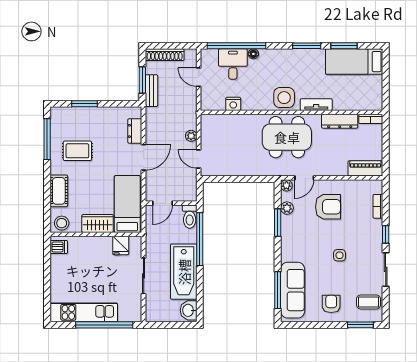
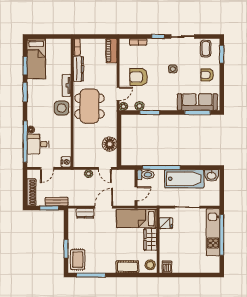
nightstand: (233, 104) -> (66, 162), moved
rug: (77, 151) -> (78, 260), moved
door: (144, 157) -> (104, 207), hinge flipped
door: (199, 159) -> (105, 168), hinge flipped
floor lamp: (233, 166) -> (110, 144), added
door: (304, 178) -> (118, 94), hinge flipped
door: (163, 203) -> (136, 194), hinge flipped
armchair: (328, 207) -> (139, 77), turned -90
kitchen unit: (84, 312) -> (213, 232), moved

